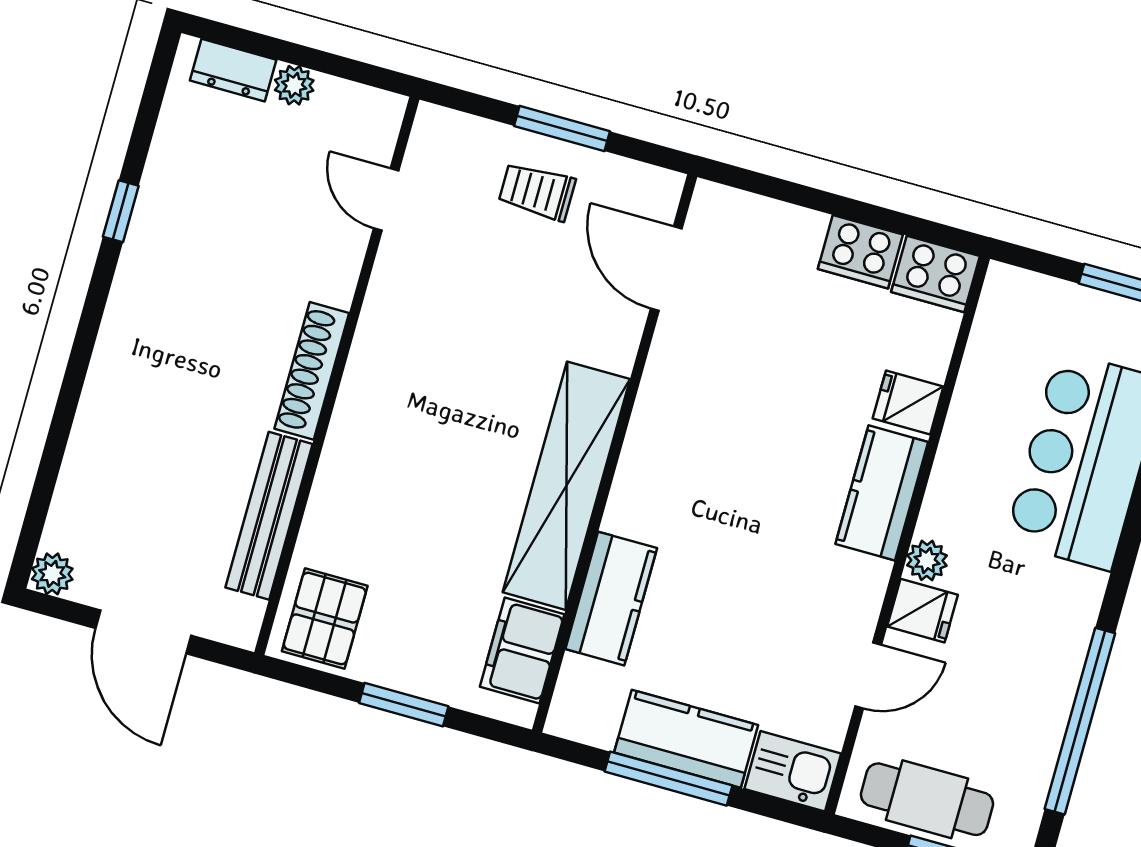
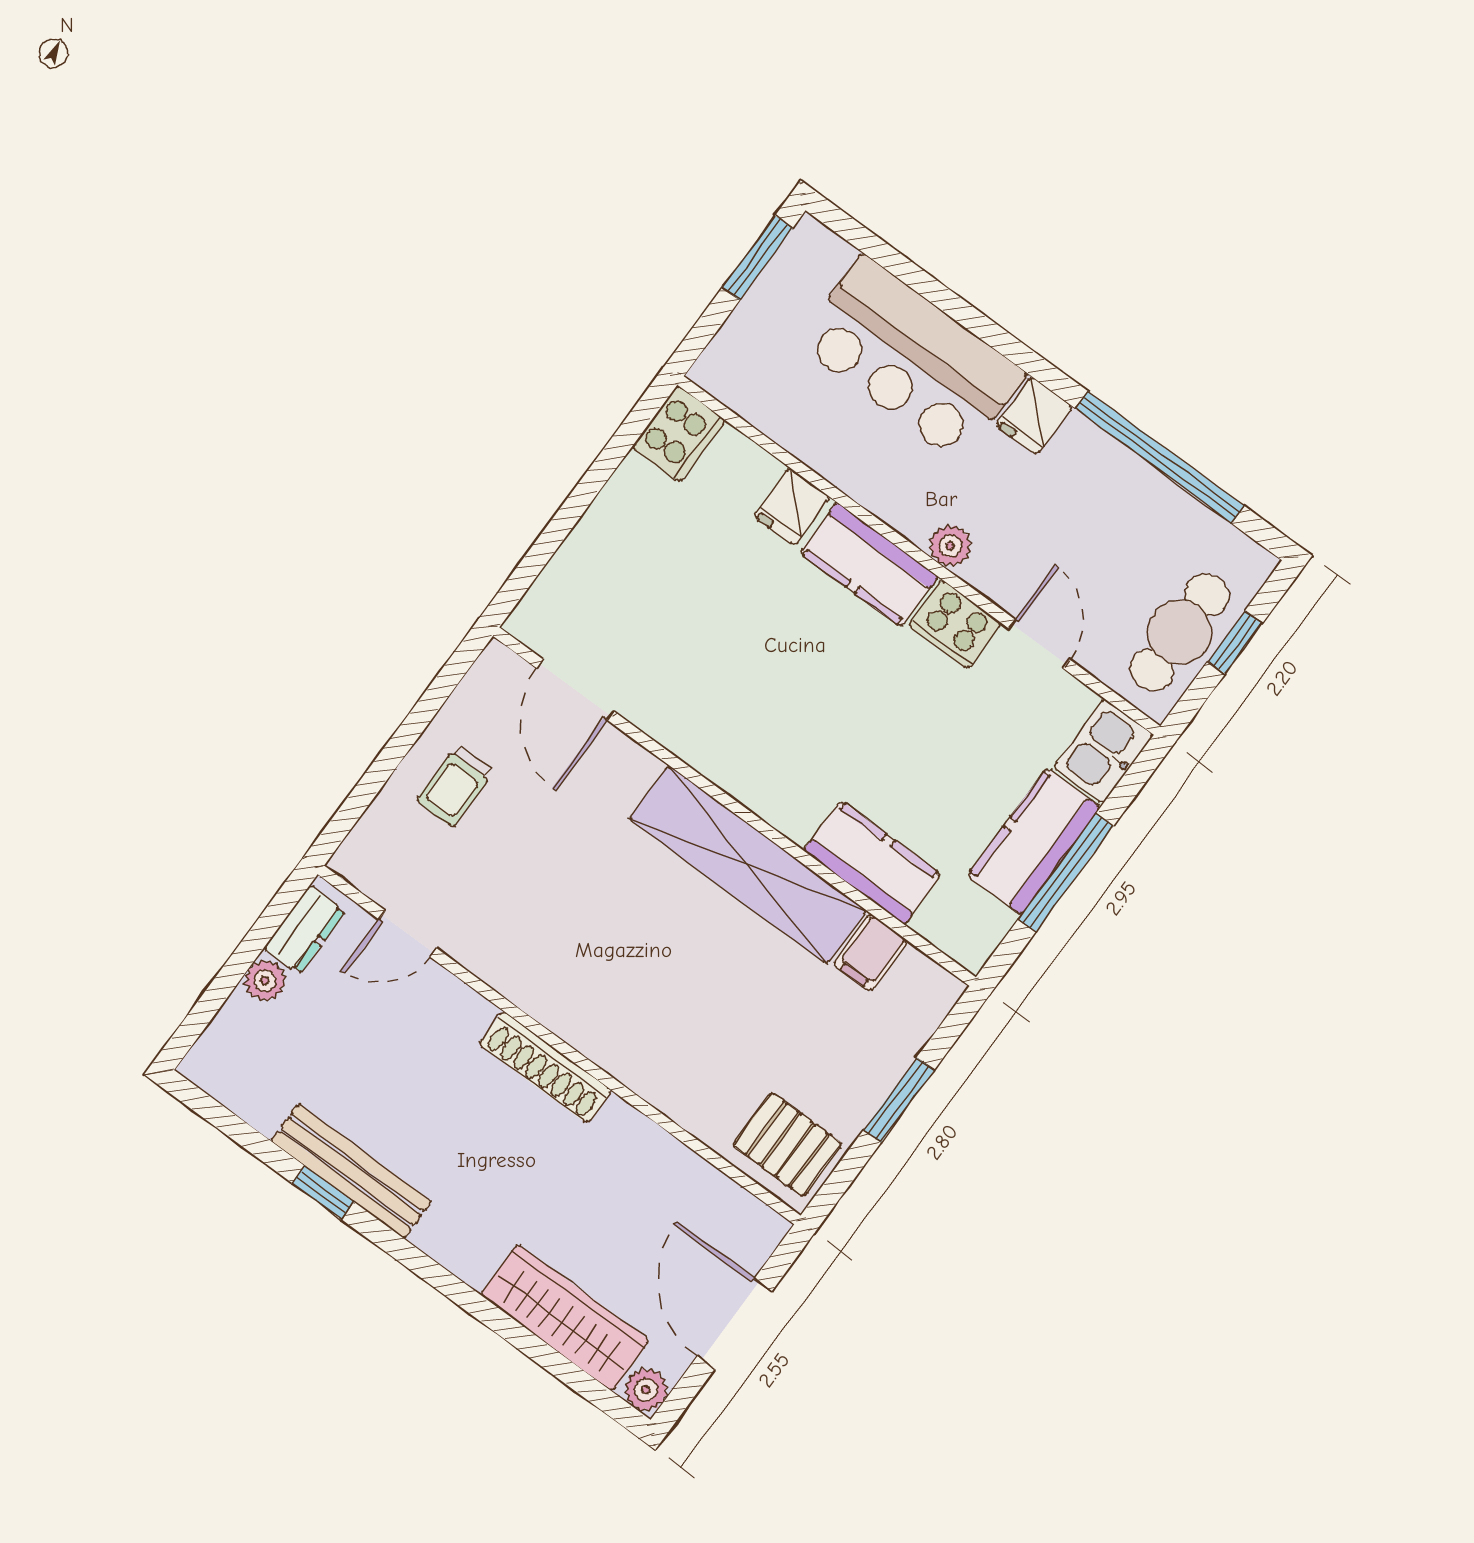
dresser: (233, 70) -> (305, 930), moved
window: (562, 129) -> (404, 739), removed
cooker: (860, 252) -> (955, 624), moved, turned 90
door: (666, 269) -> (576, 690), hinge flipped
wardrobe: (90, 475) -> (565, 1318), added
bench: (269, 516) -> (351, 1171), moved
fridge: (922, 611) -> (1034, 416), moved, turned 180
door: (143, 632) -> (735, 1324), swing flipped
filing cabinet: (522, 650) -> (871, 953), width x0.50

